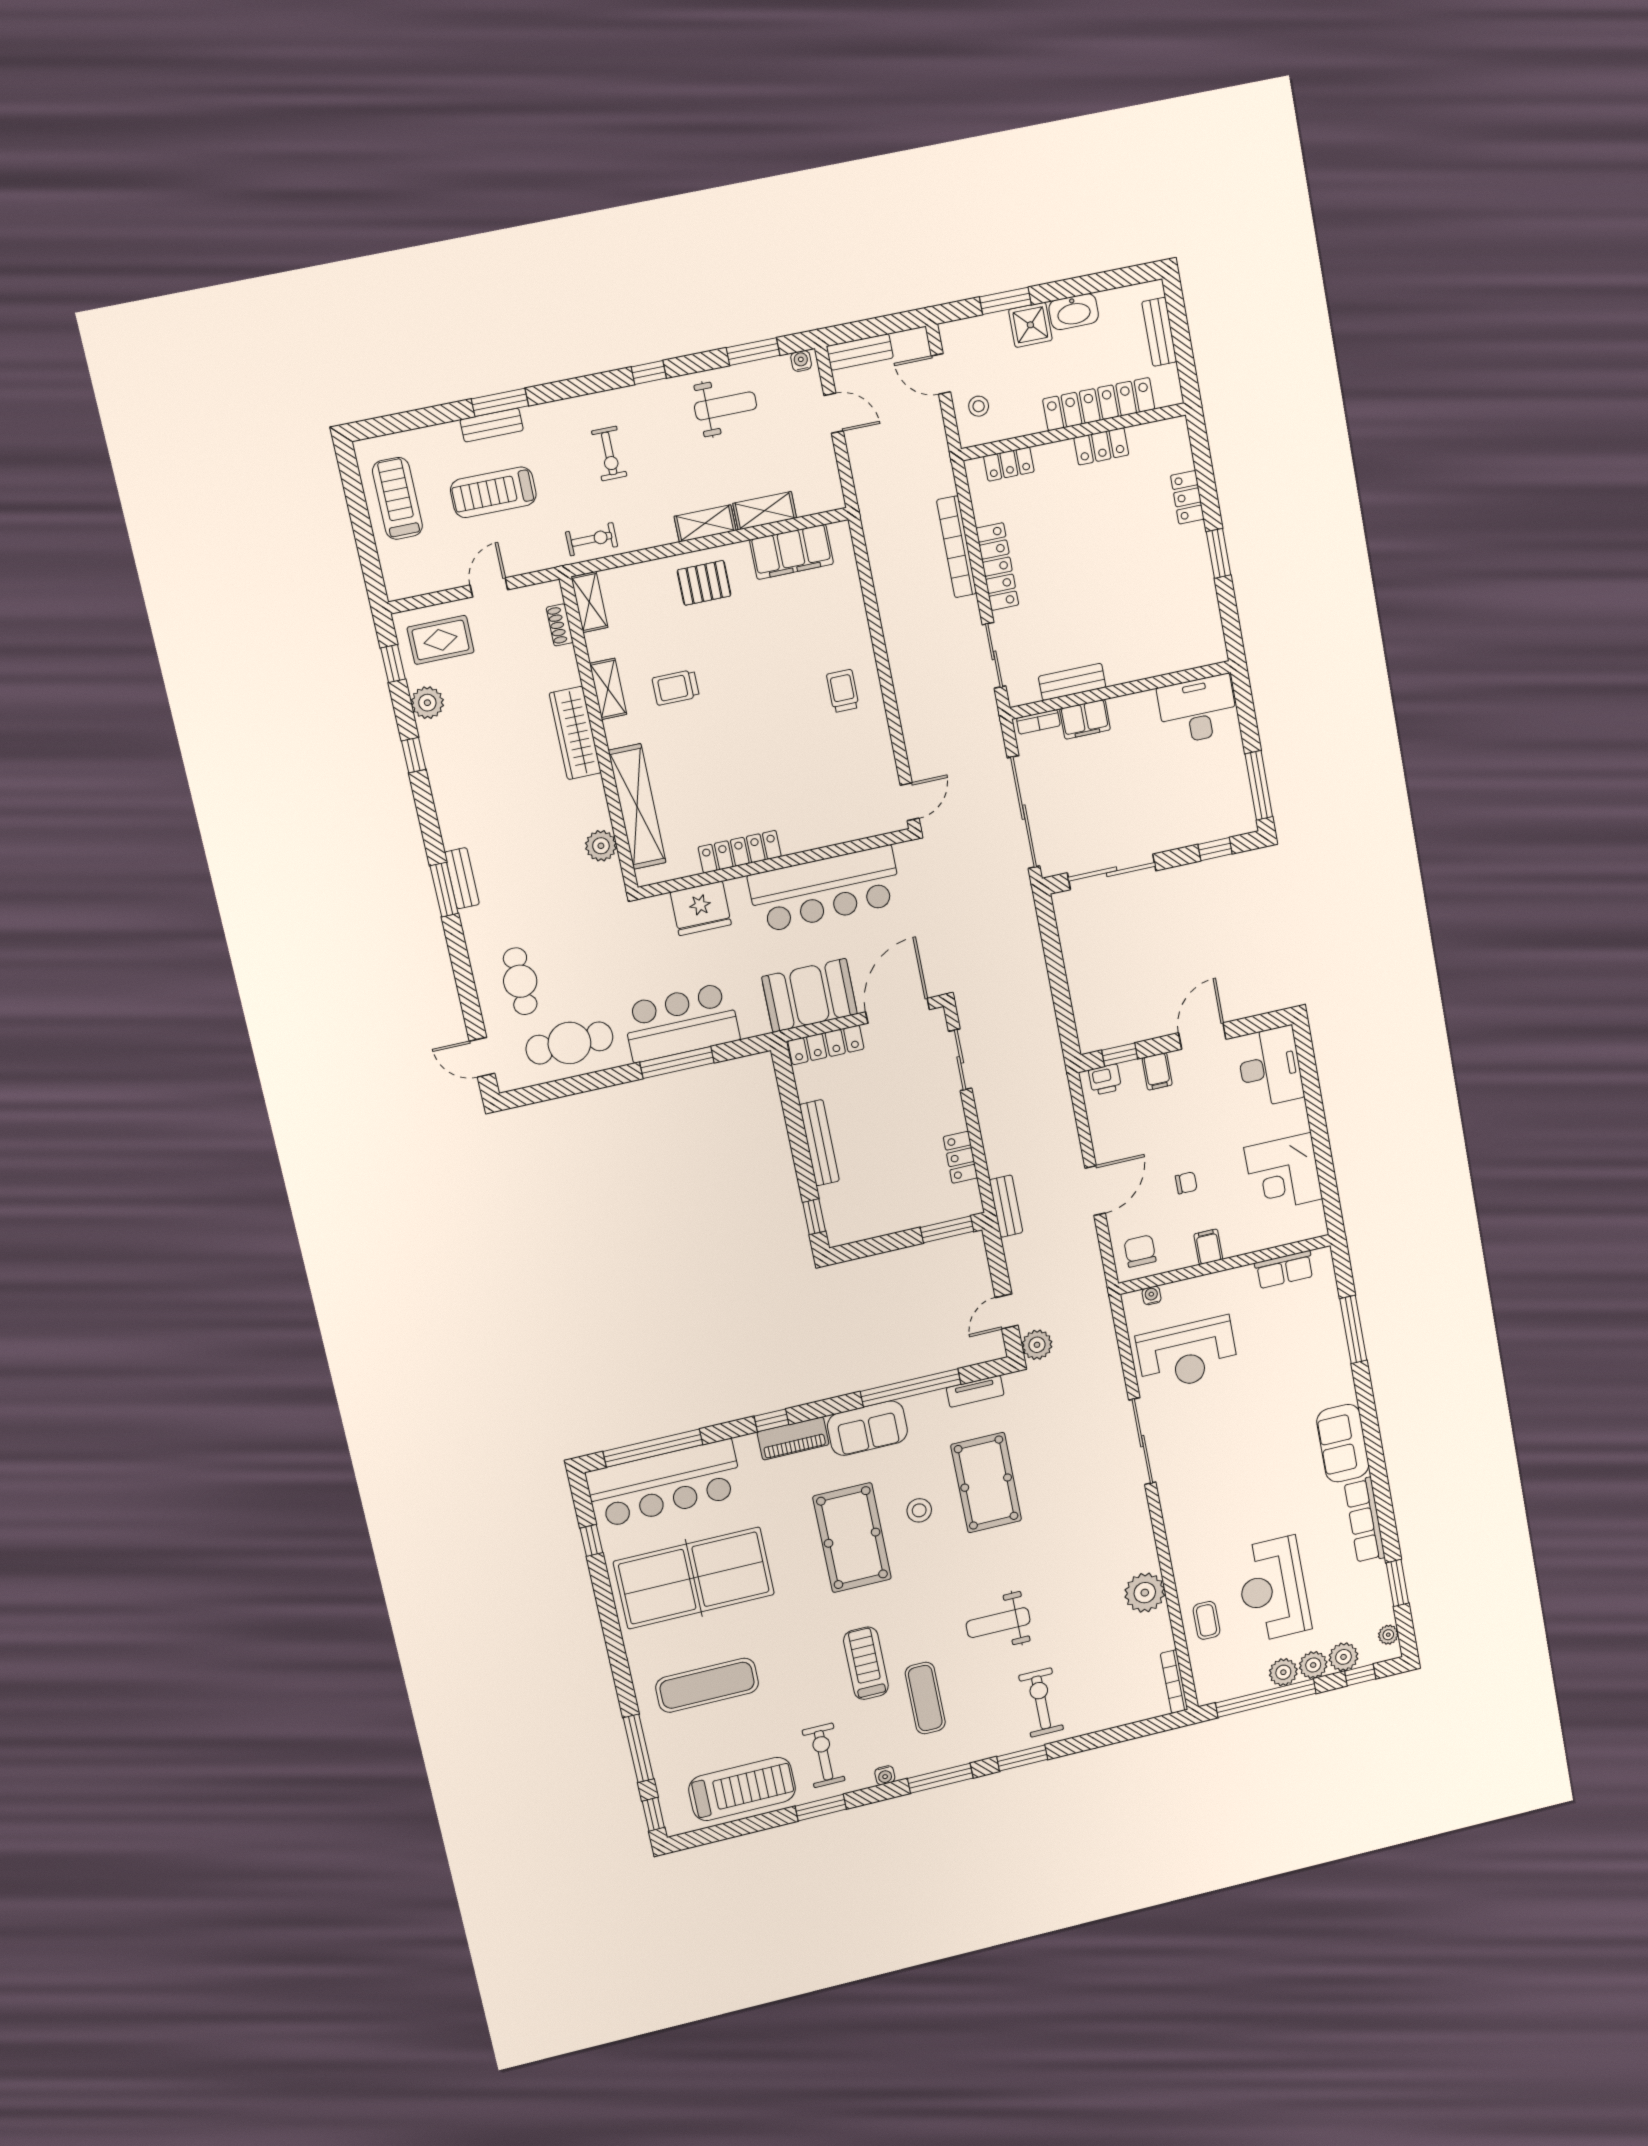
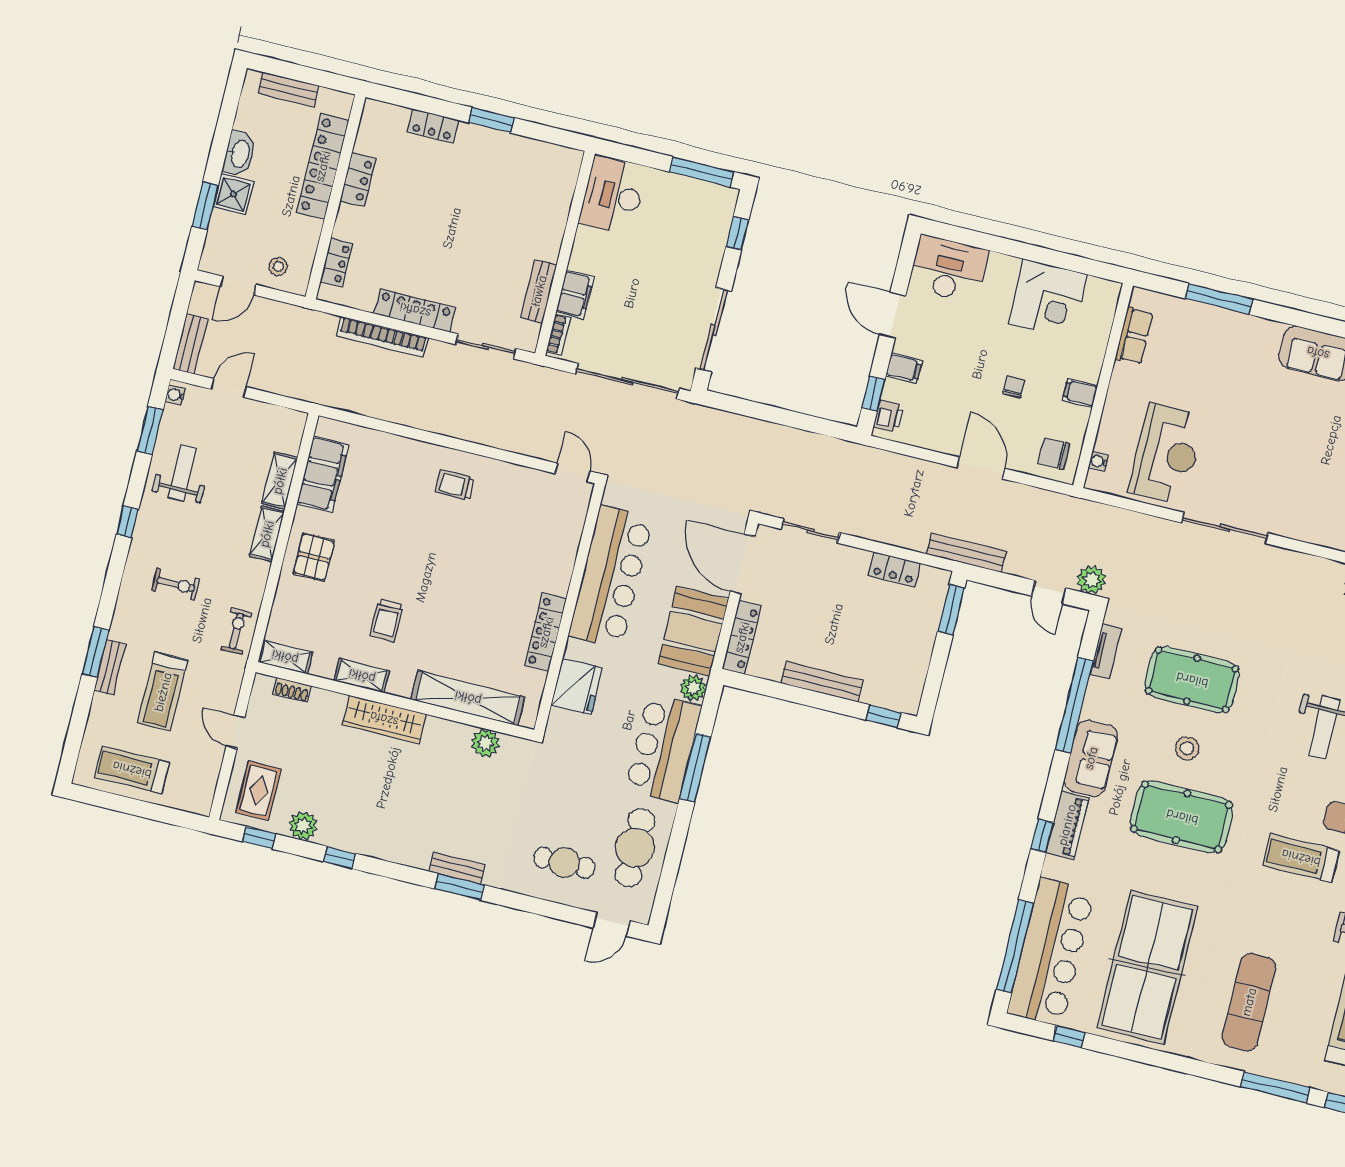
plant: (754, 1023) -> (693, 688), added
bench: (1006, 1206) -> (966, 553), width x1.36

